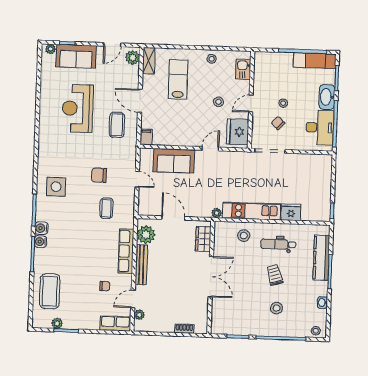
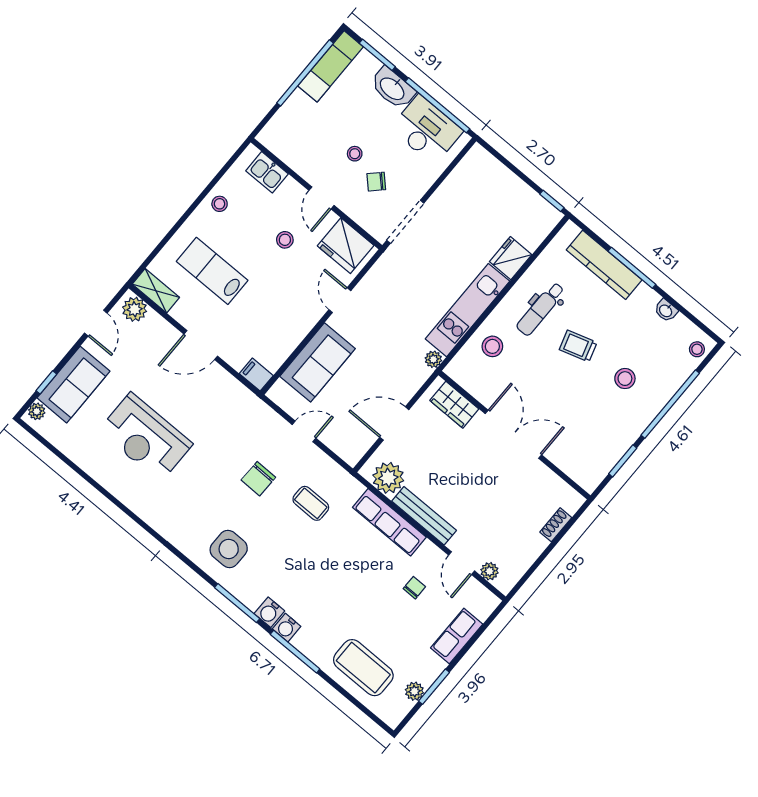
coffee table: (117, 125) -> (209, 402), removed
row of seats: (115, 323) -> (457, 636), moved

